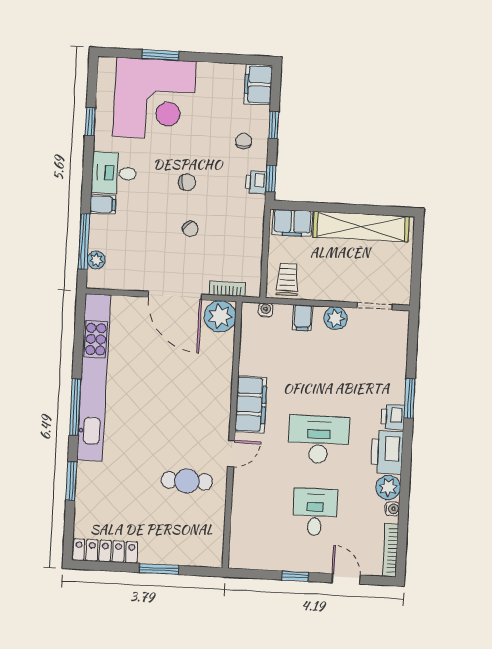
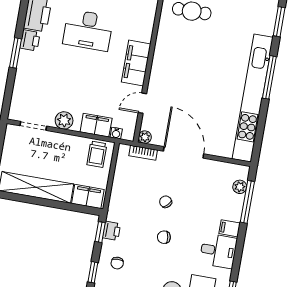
plant: (220, 316) -> (145, 137), width x0.53, depth x0.53
filing cabinet: (303, 318) -> (96, 125), width x2.00
door: (231, 454) -> (142, 103), moved

